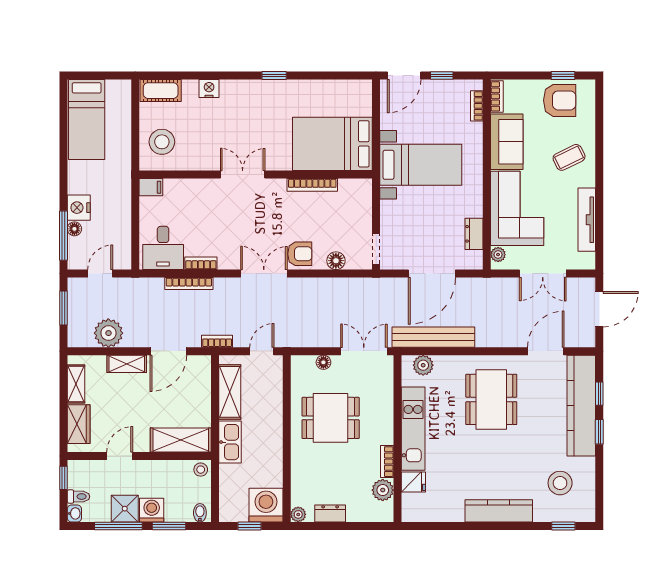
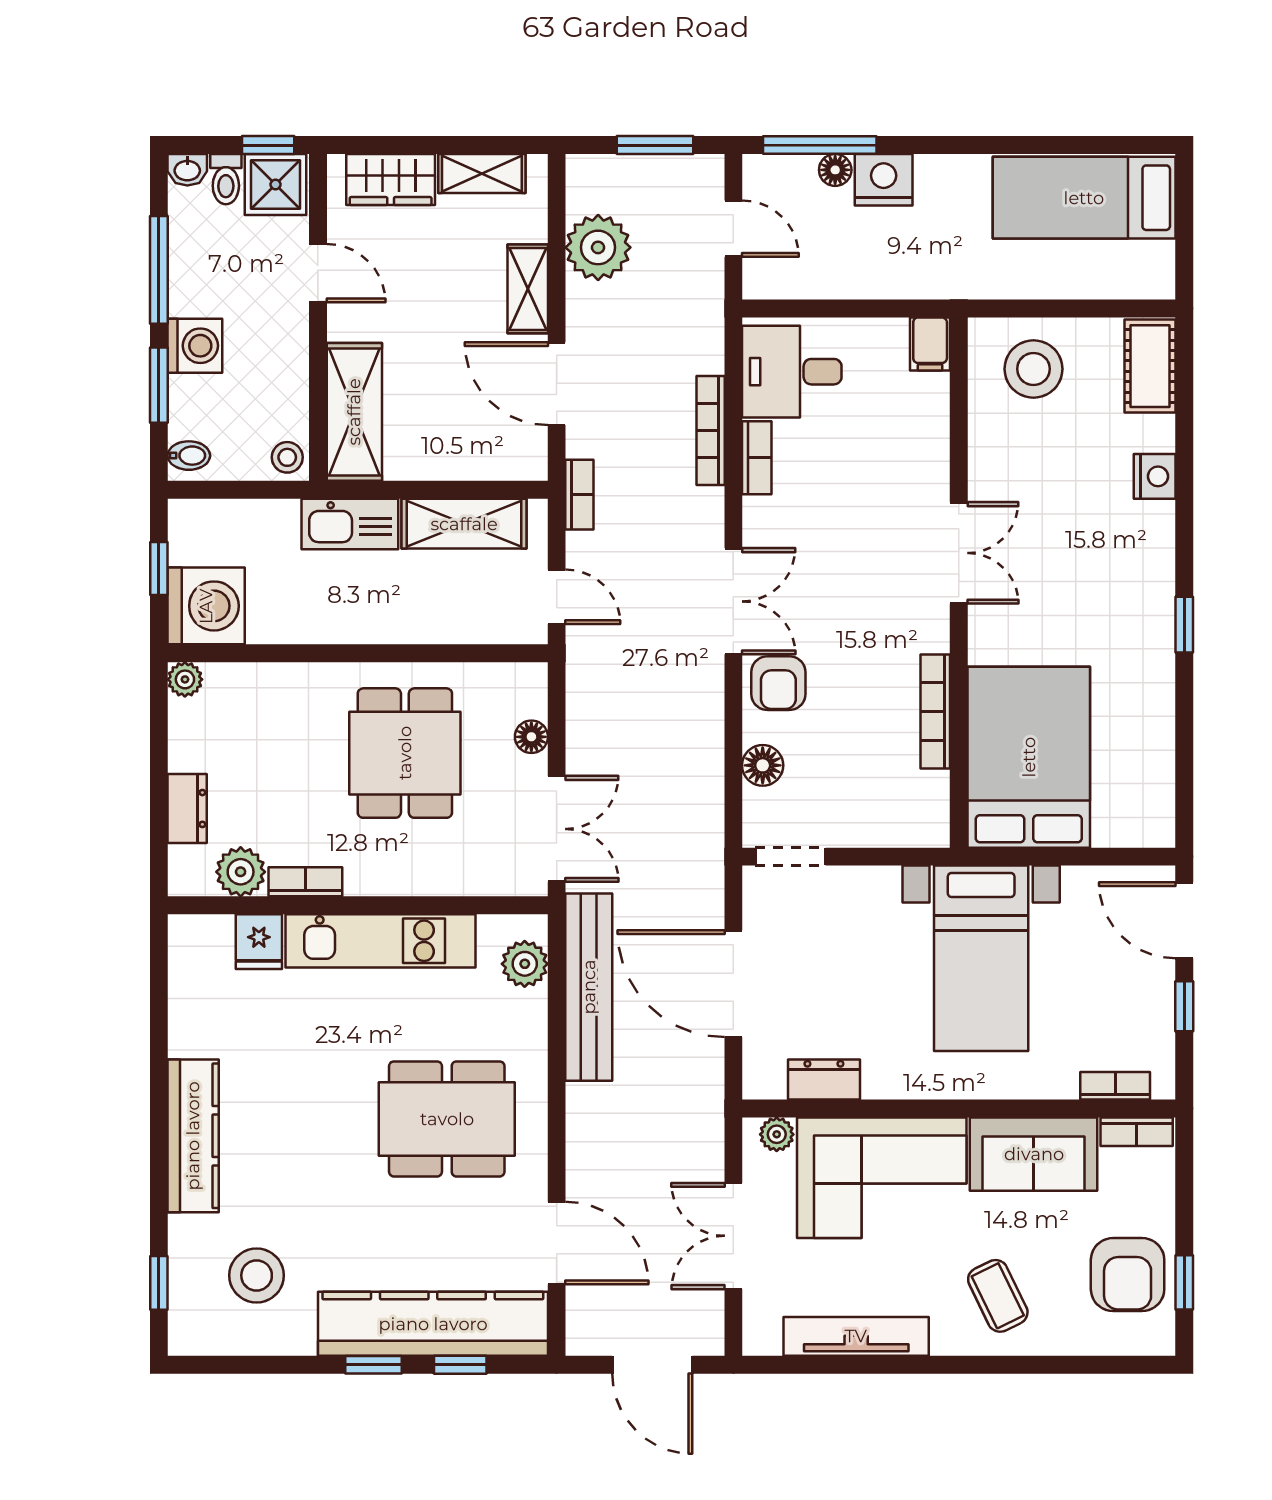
shower: (125, 509) -> (275, 184), moved
dresser: (330, 514) -> (187, 808), moved

